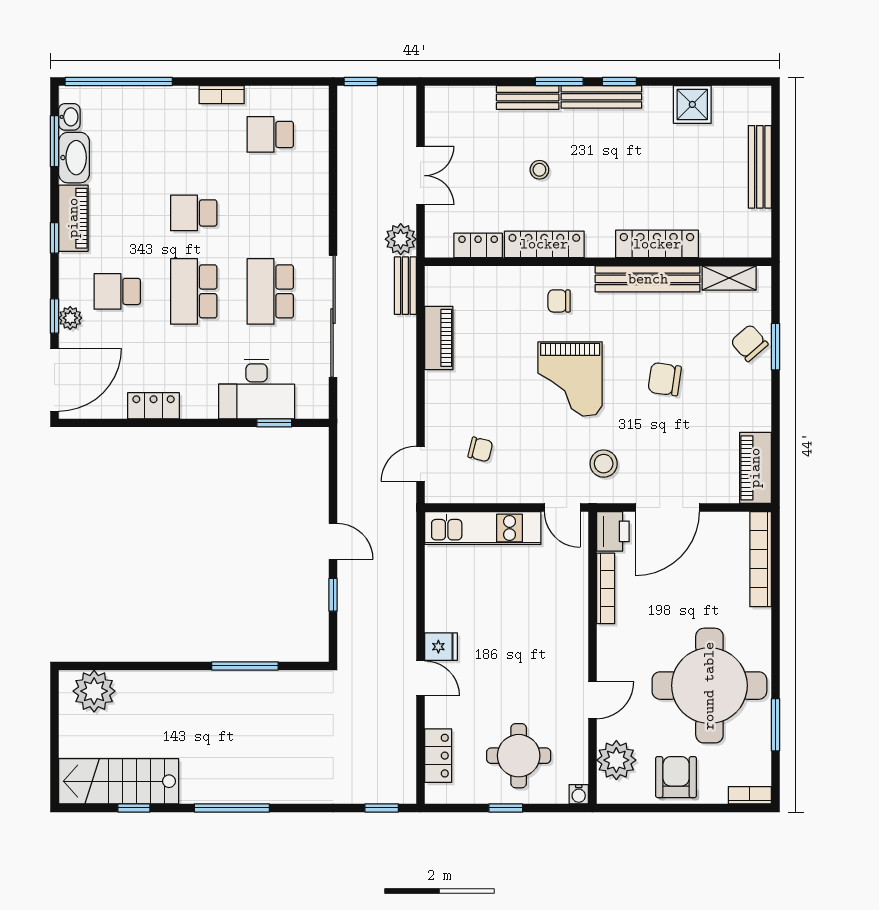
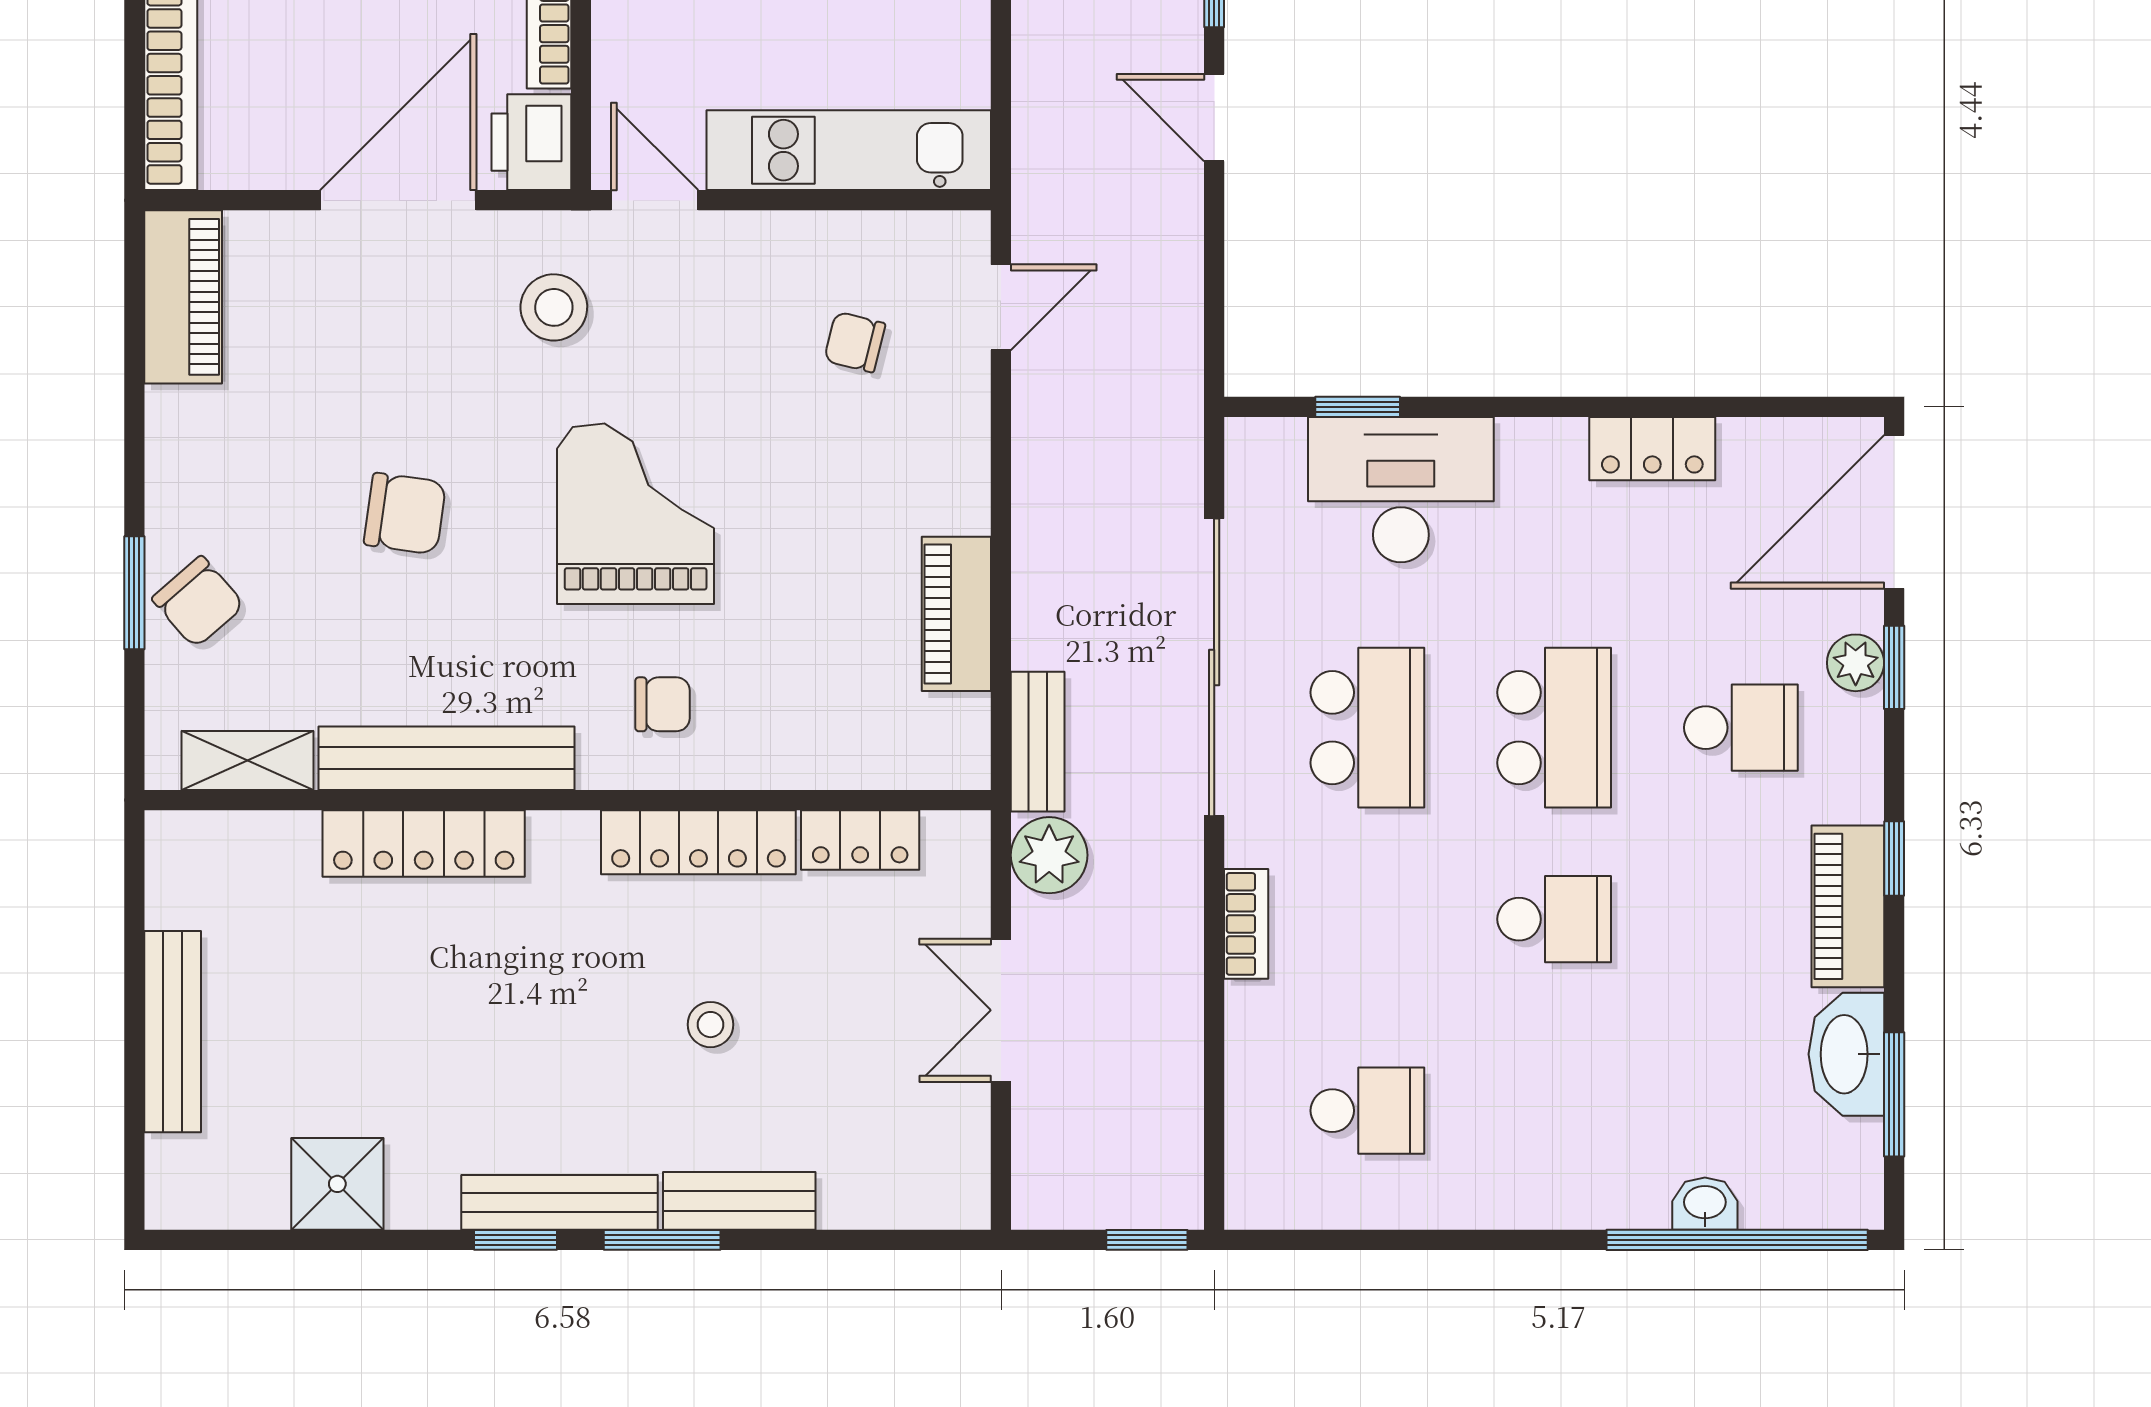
bookcase: (222, 95) -> (1246, 924), moved, turned 90
washbasin: (69, 117) -> (1705, 1204), moved, turned 90

